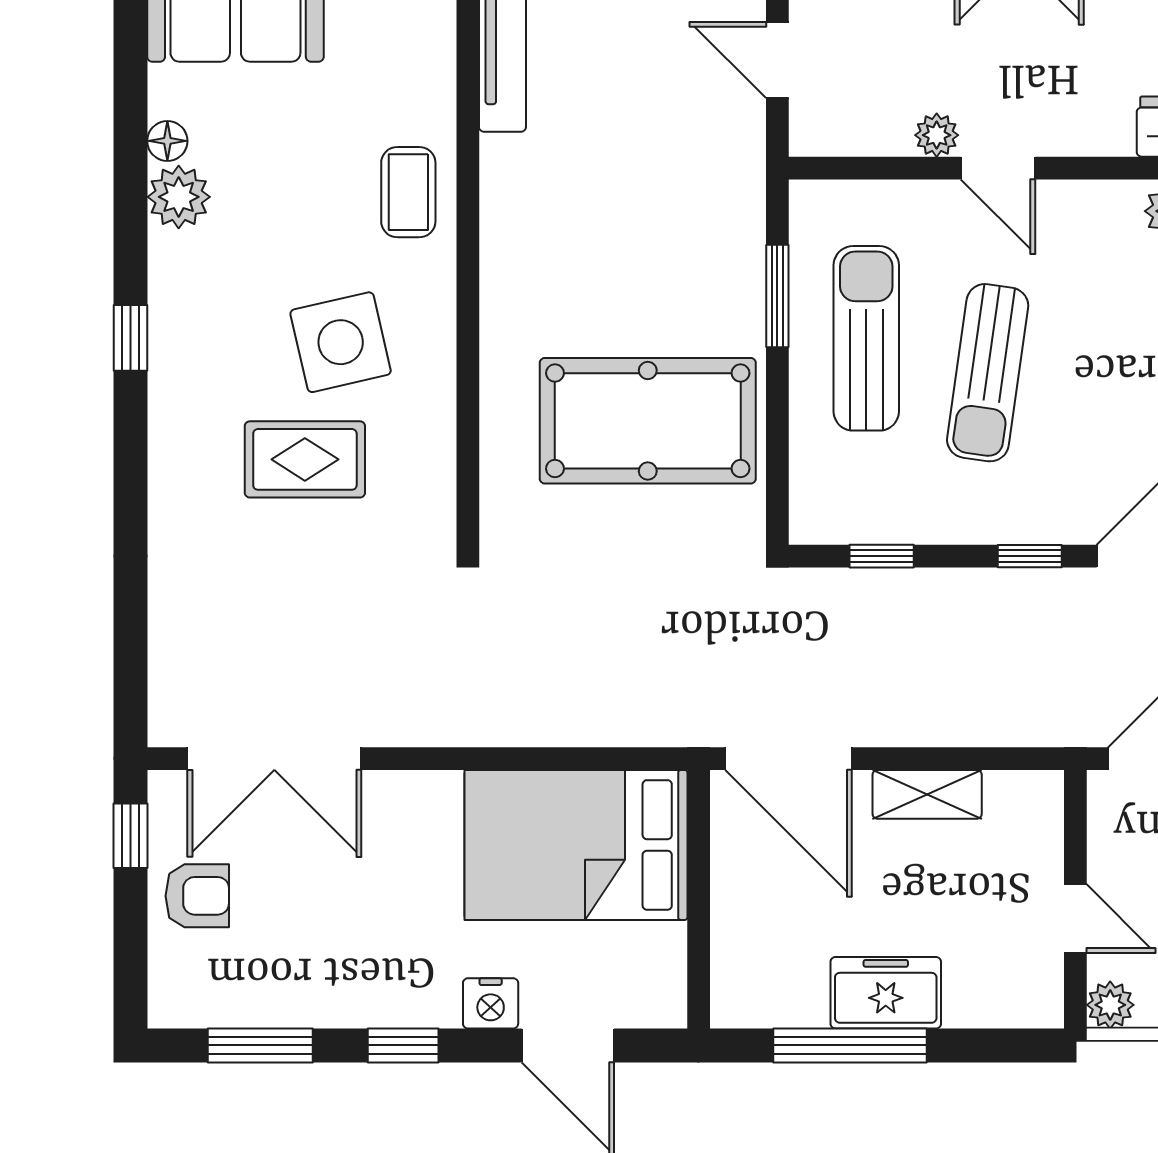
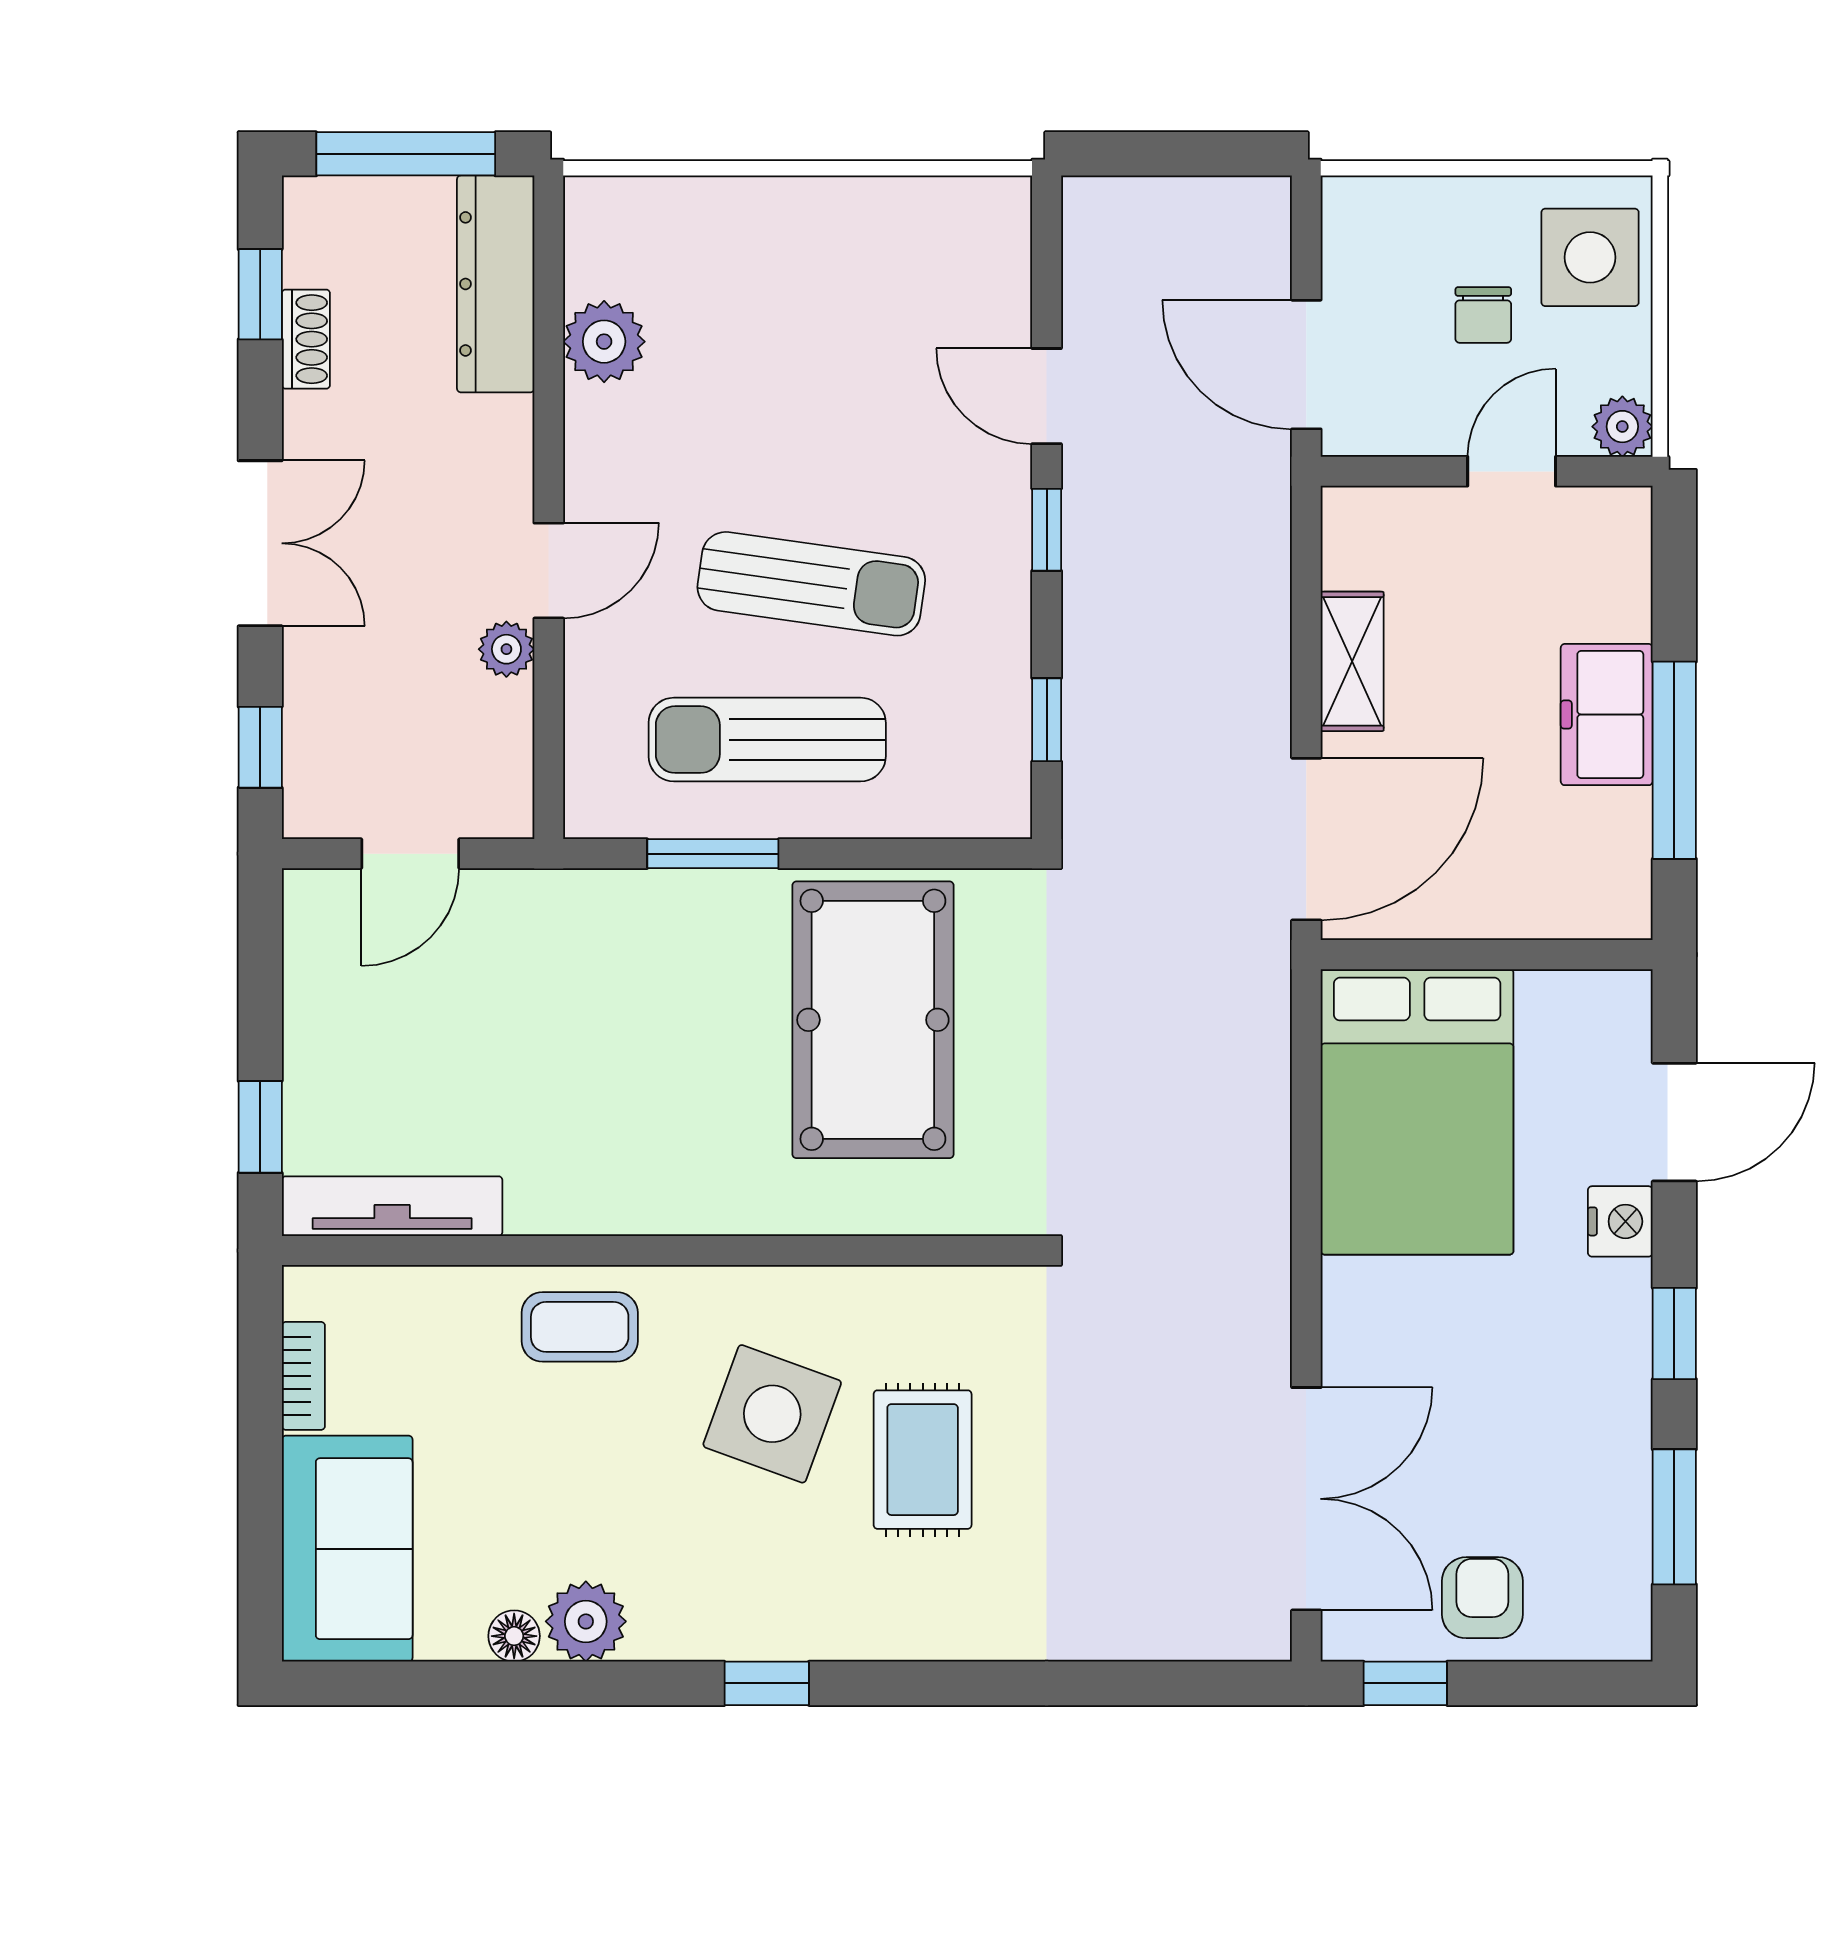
side table: (341, 342) -> (772, 1414), turned 33

